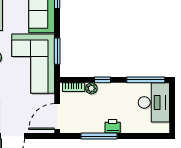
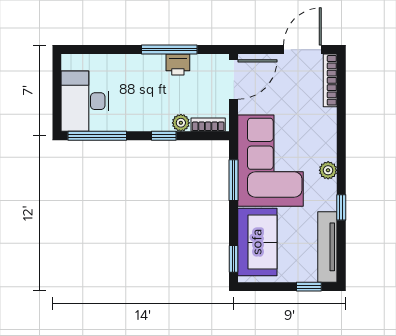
printer: (113, 126) -> (178, 64), moved

